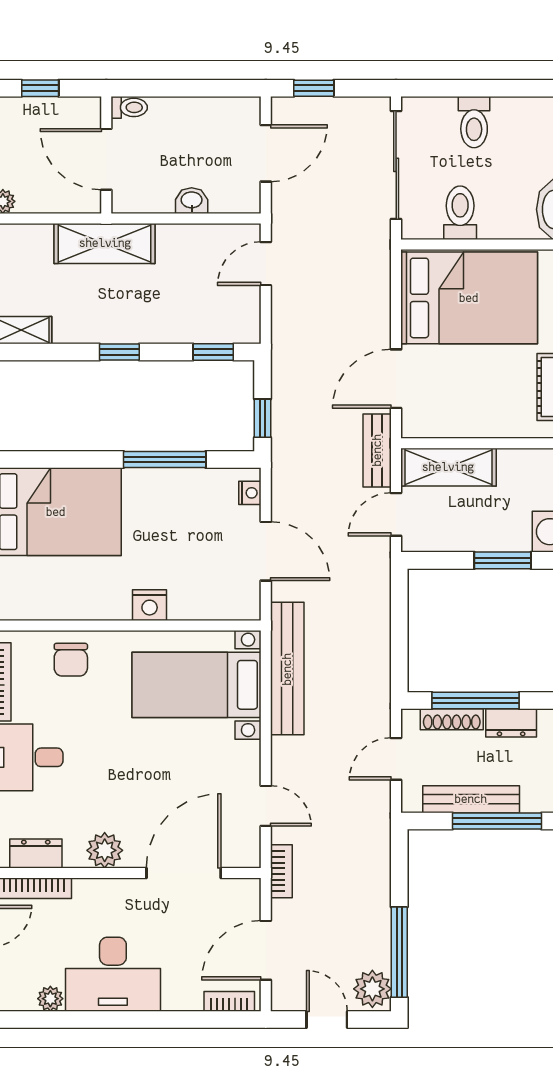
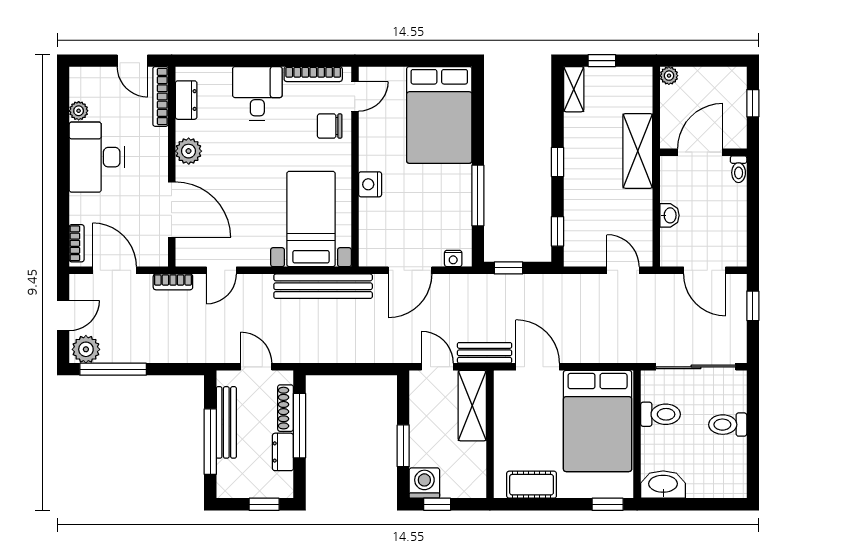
door: (31, 626) -> (355, 96), added

